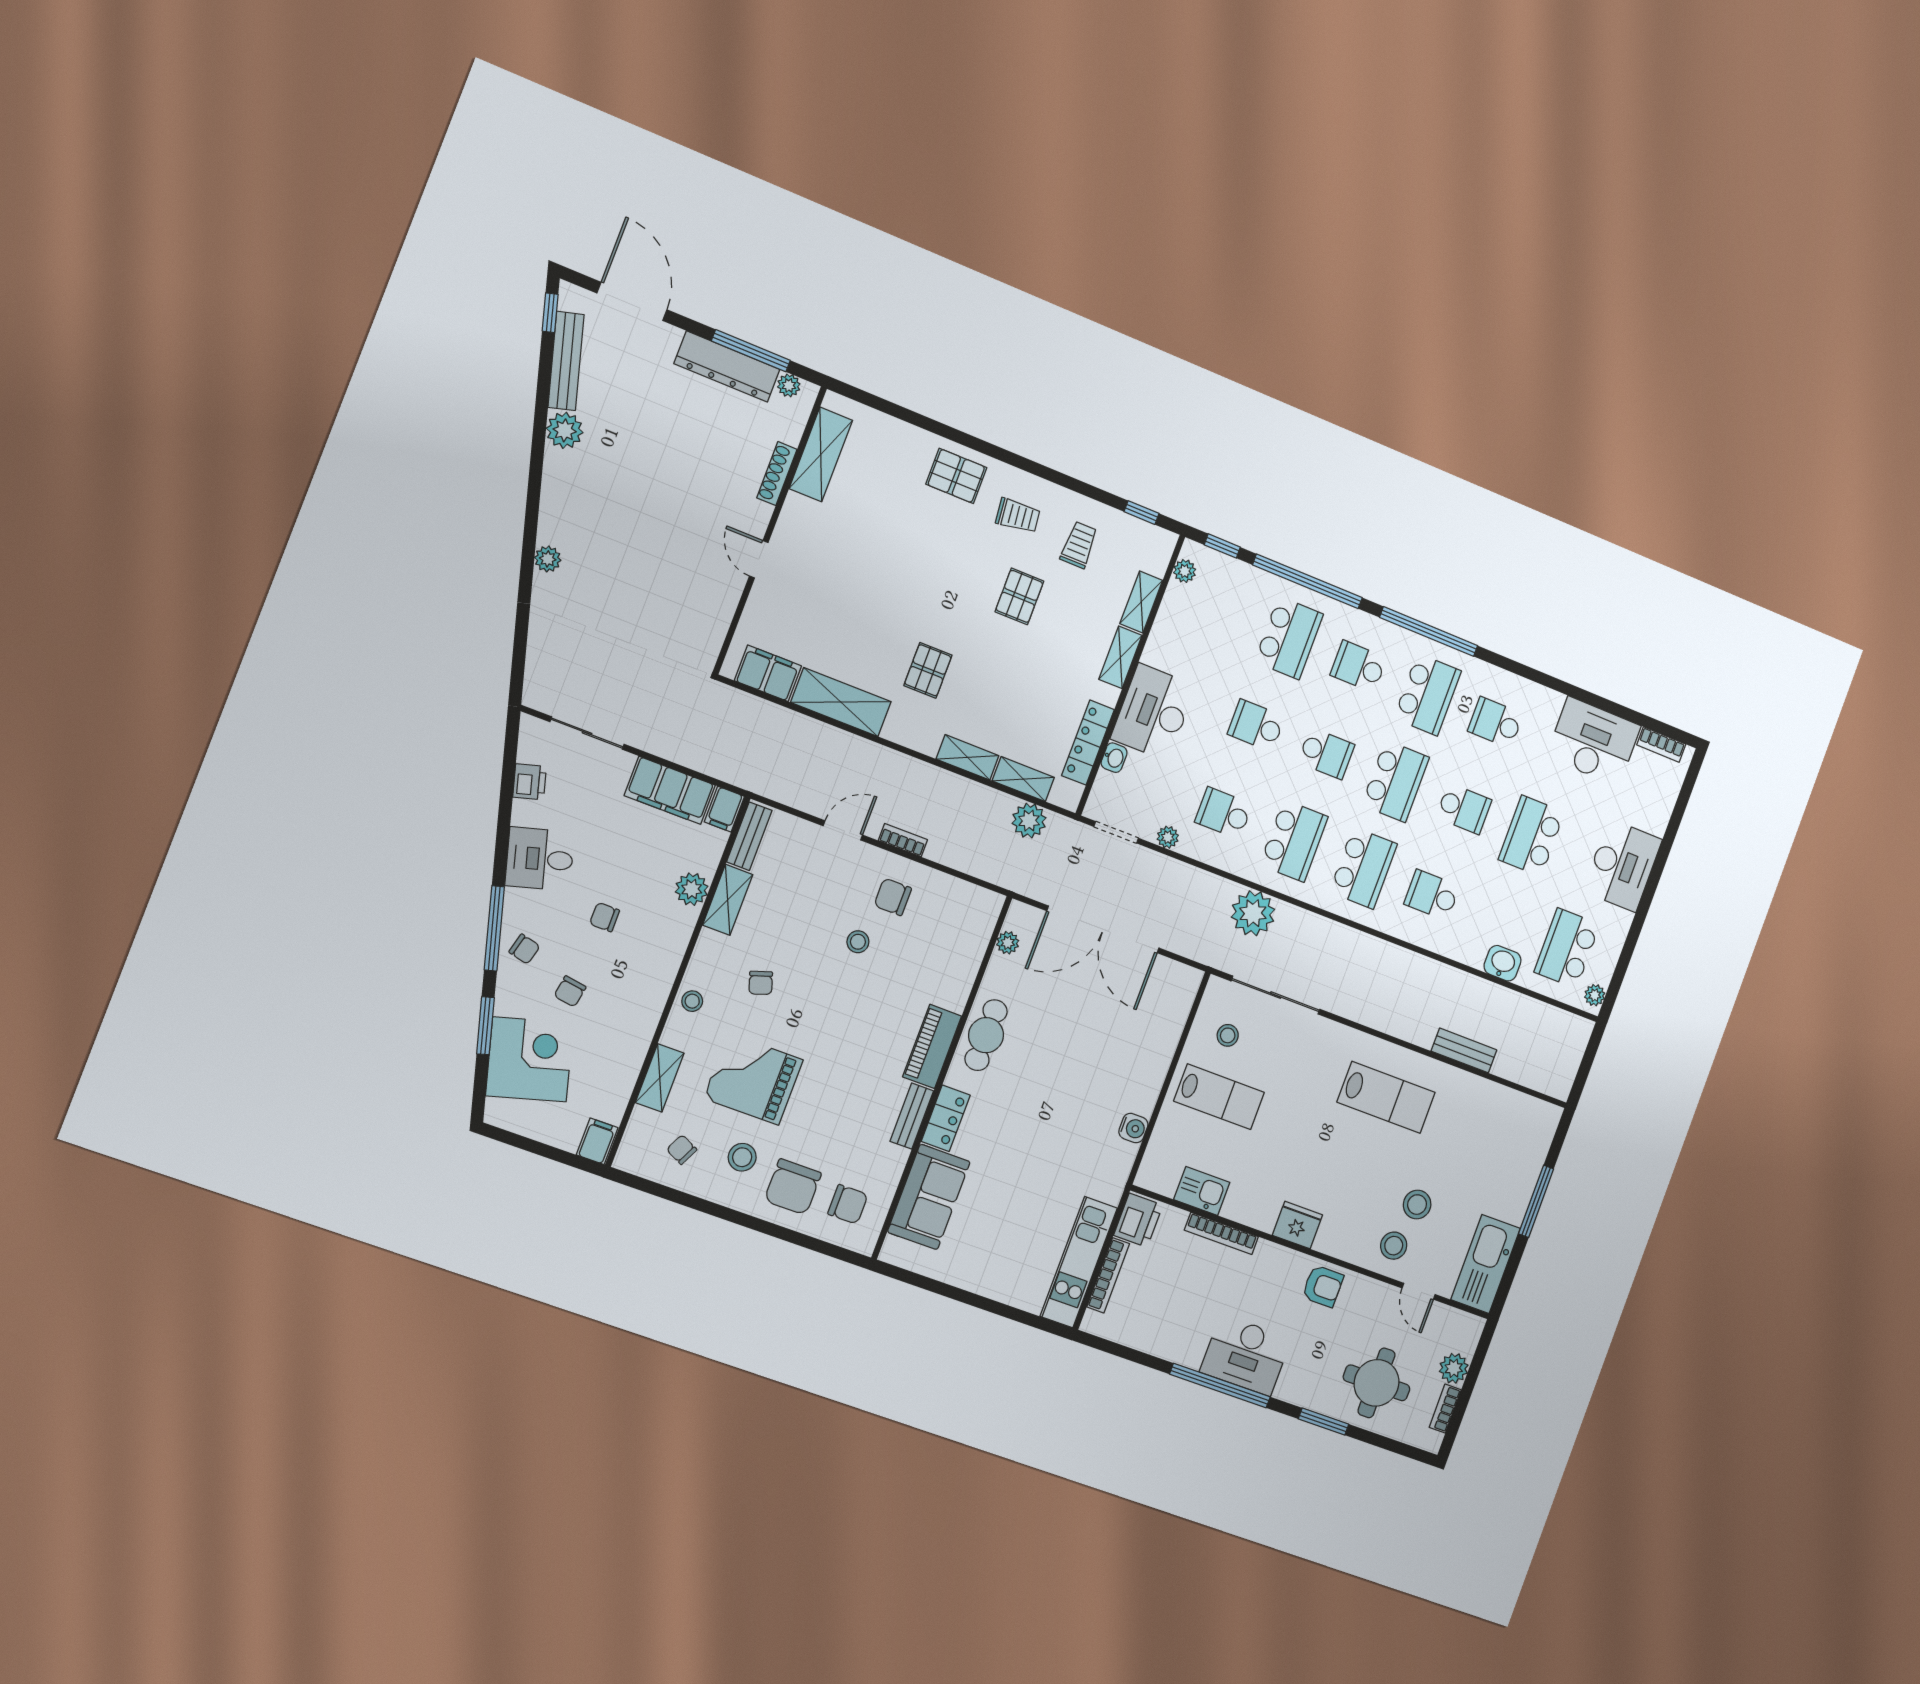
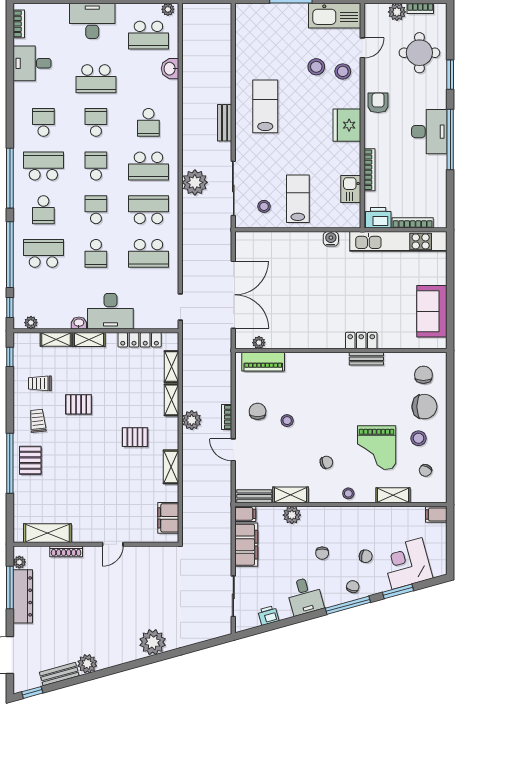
bench: (566, 361) -> (59, 674), width x0.73
window: (964, 439) -> (10, 463), added
plant: (548, 559) -> (153, 642), width x1.88, depth x1.88
shelving: (841, 702) -> (171, 467), width x0.67, depth x0.75
school desk: (1496, 722) -> (43, 122), turned 180
desk: (1593, 741) -> (32, 63), width x0.73
washbasin: (1114, 758) -> (79, 323), moved
school desk: (1395, 781) -> (96, 166), width x0.54
school desk: (1224, 813) -> (148, 253), width x1.85
plant: (1029, 821) -> (192, 420), moved
plant: (1168, 837) -> (172, 279), removed
school desk: (1363, 868) -> (148, 166), turned 180
chair: (893, 897) -> (258, 411), turned 180
plant: (1253, 913) -> (195, 182), moved
cafe table: (986, 1035) -> (311, 336), removed
piano: (932, 1046) -> (263, 362), moved
bench: (1464, 1051) -> (225, 123), moved
sofa: (929, 1197) -> (432, 311), moved, turned -90
fridge: (1297, 1225) -> (347, 125), width x1.36, depth x1.34
kitchen unit: (1079, 1262) -> (398, 241), width x1.36

